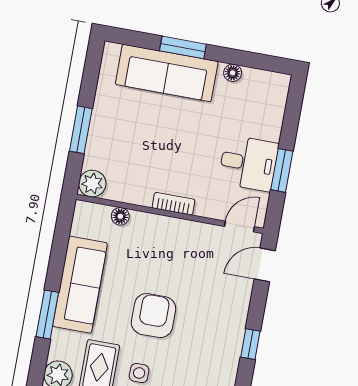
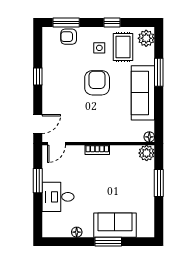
sofa: (167, 73) -> (115, 225), width x0.73
desk: (248, 163) -> (58, 197), moved
floor lamp: (120, 216) -> (149, 137), moved
armchair: (153, 316) -> (97, 83), turned 180

